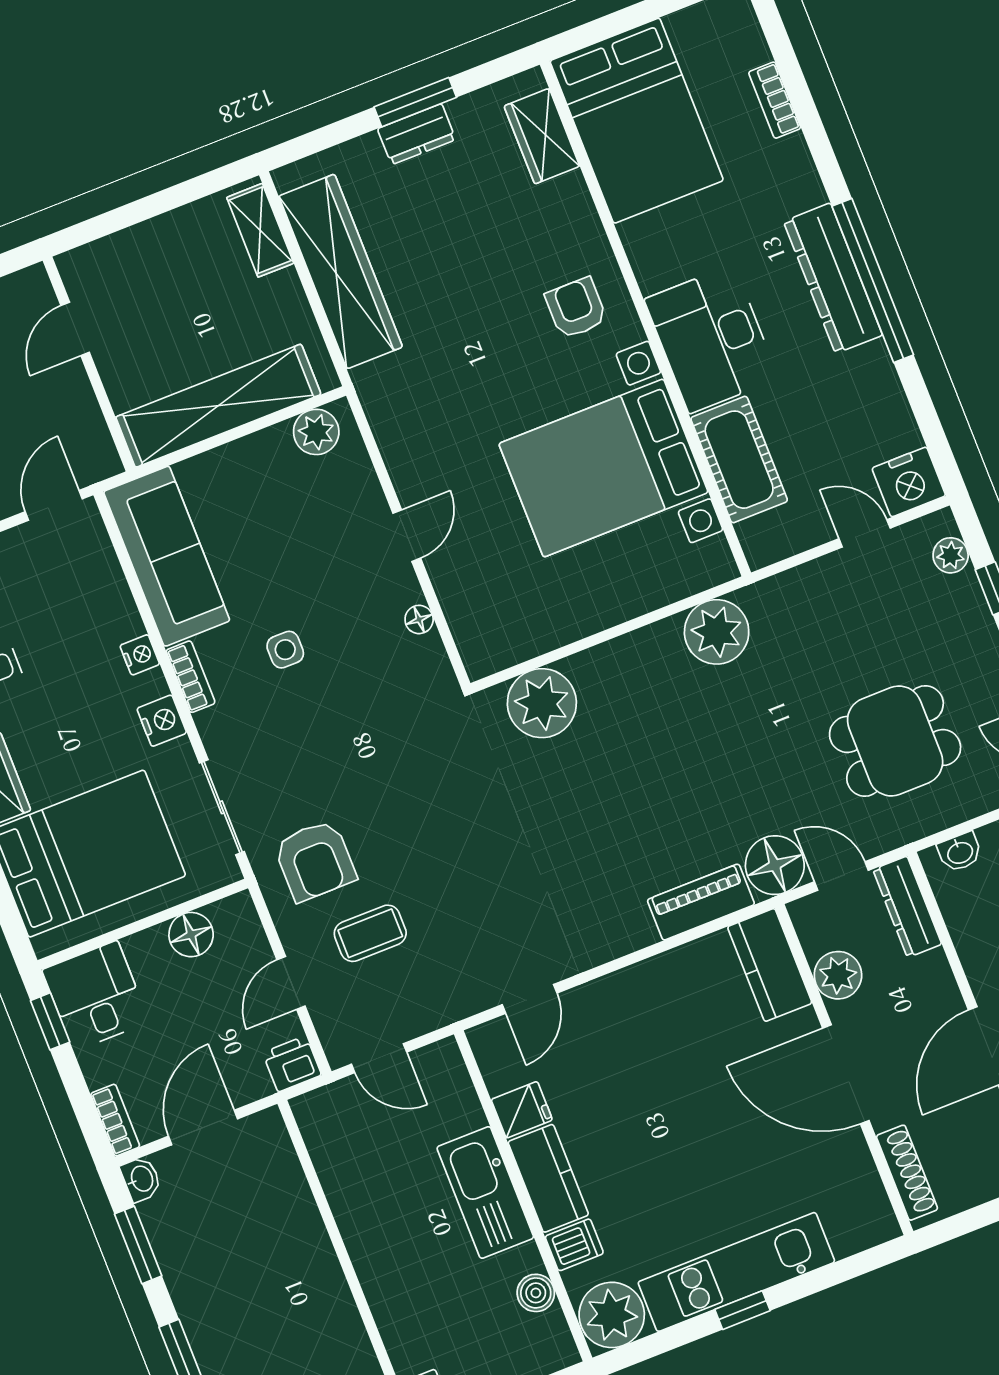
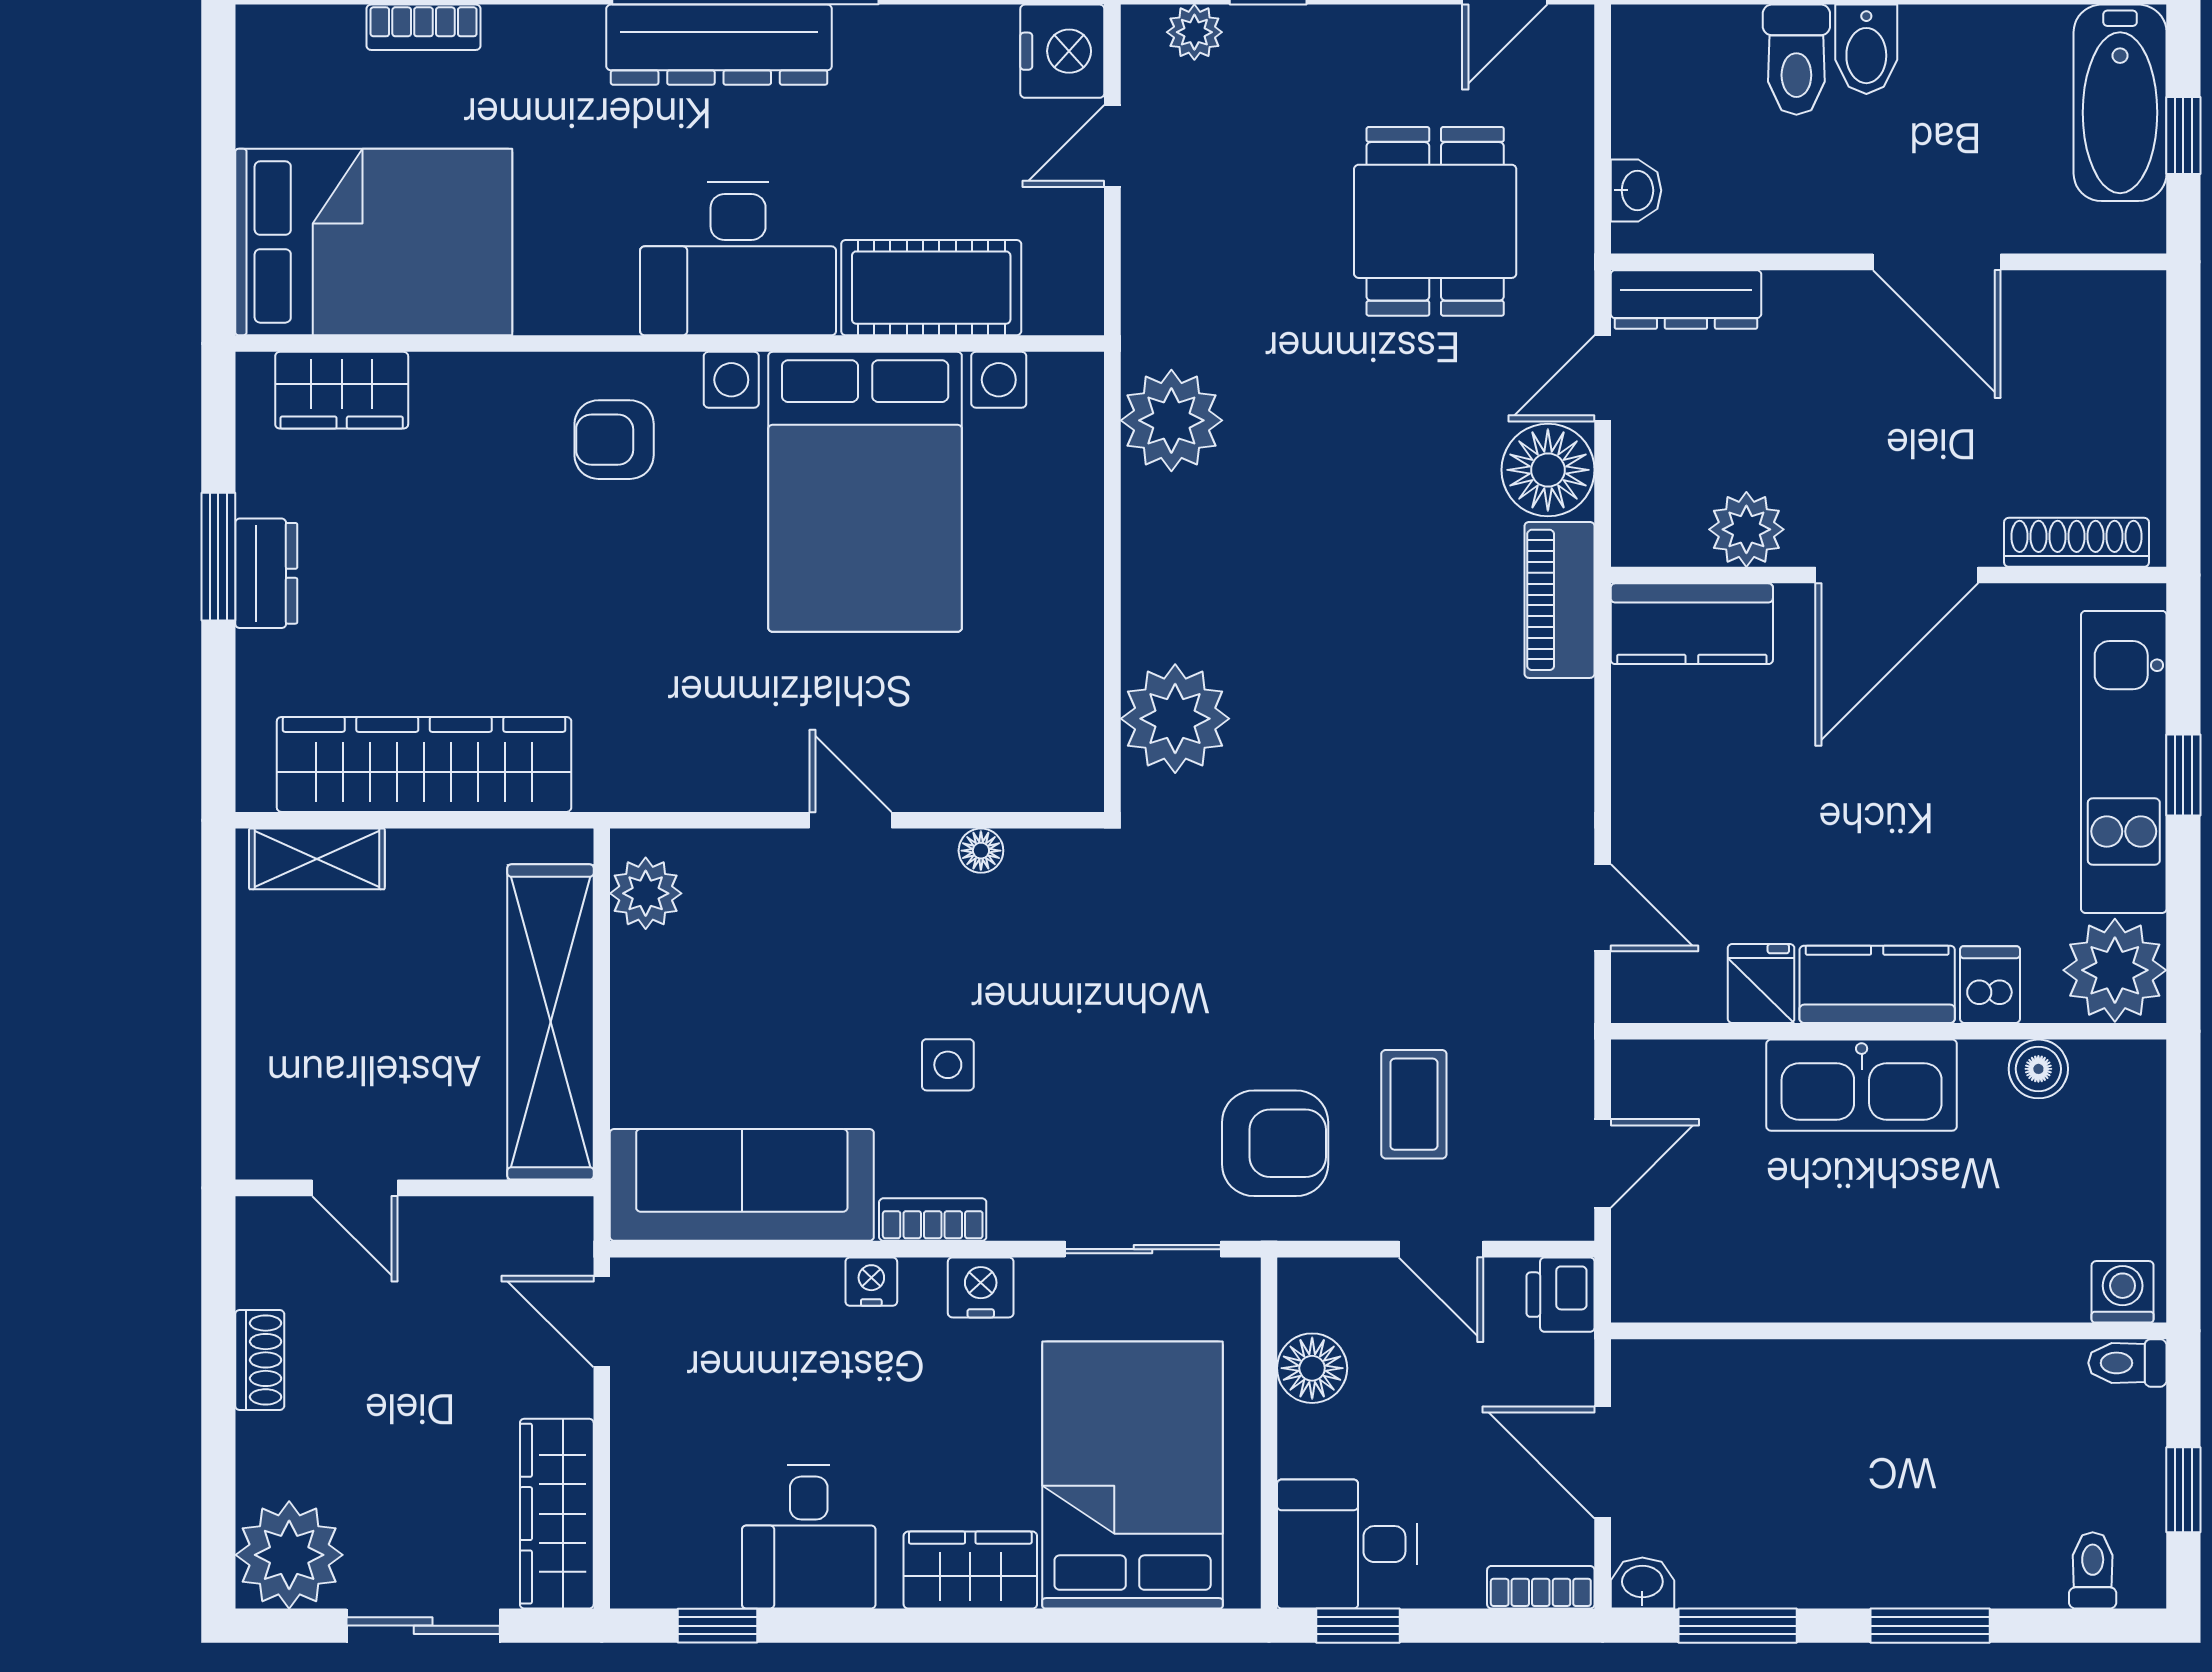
kitchen counter: (770, 965) -> (1692, 624), moved
plant: (838, 975) -> (1746, 529), moved
wall: (844, 1070) -> (1889, 575), moved
door: (846, 1074) -> (1897, 575), moved
shoe rack: (907, 1173) -> (2077, 542), moved

